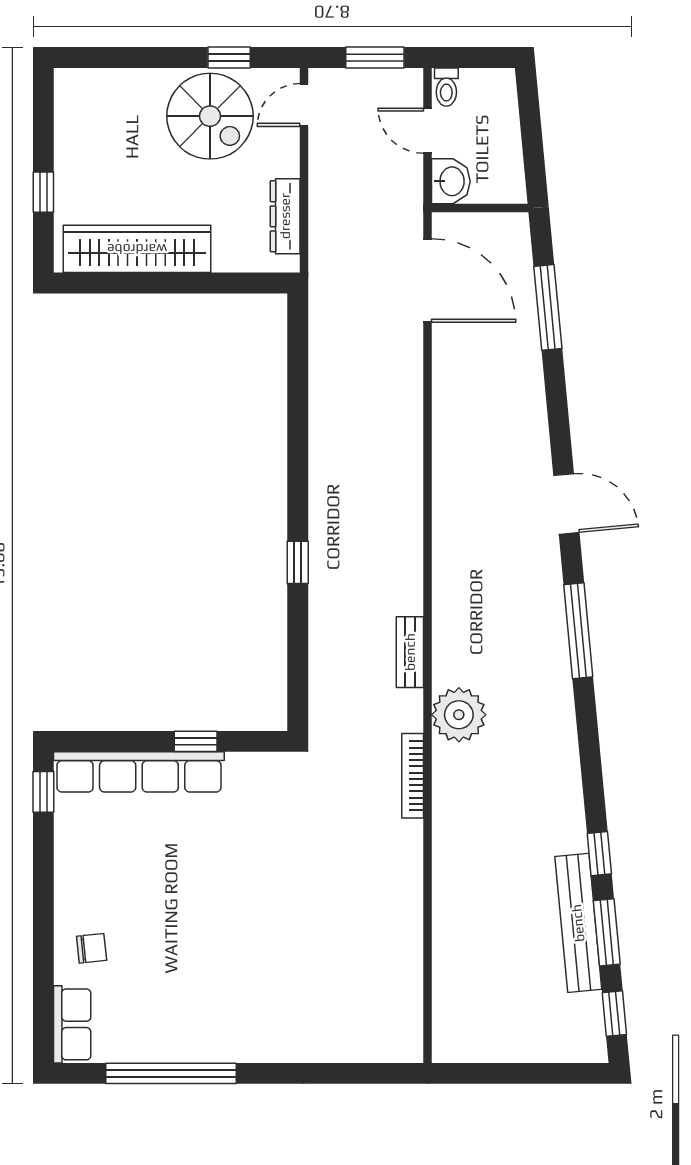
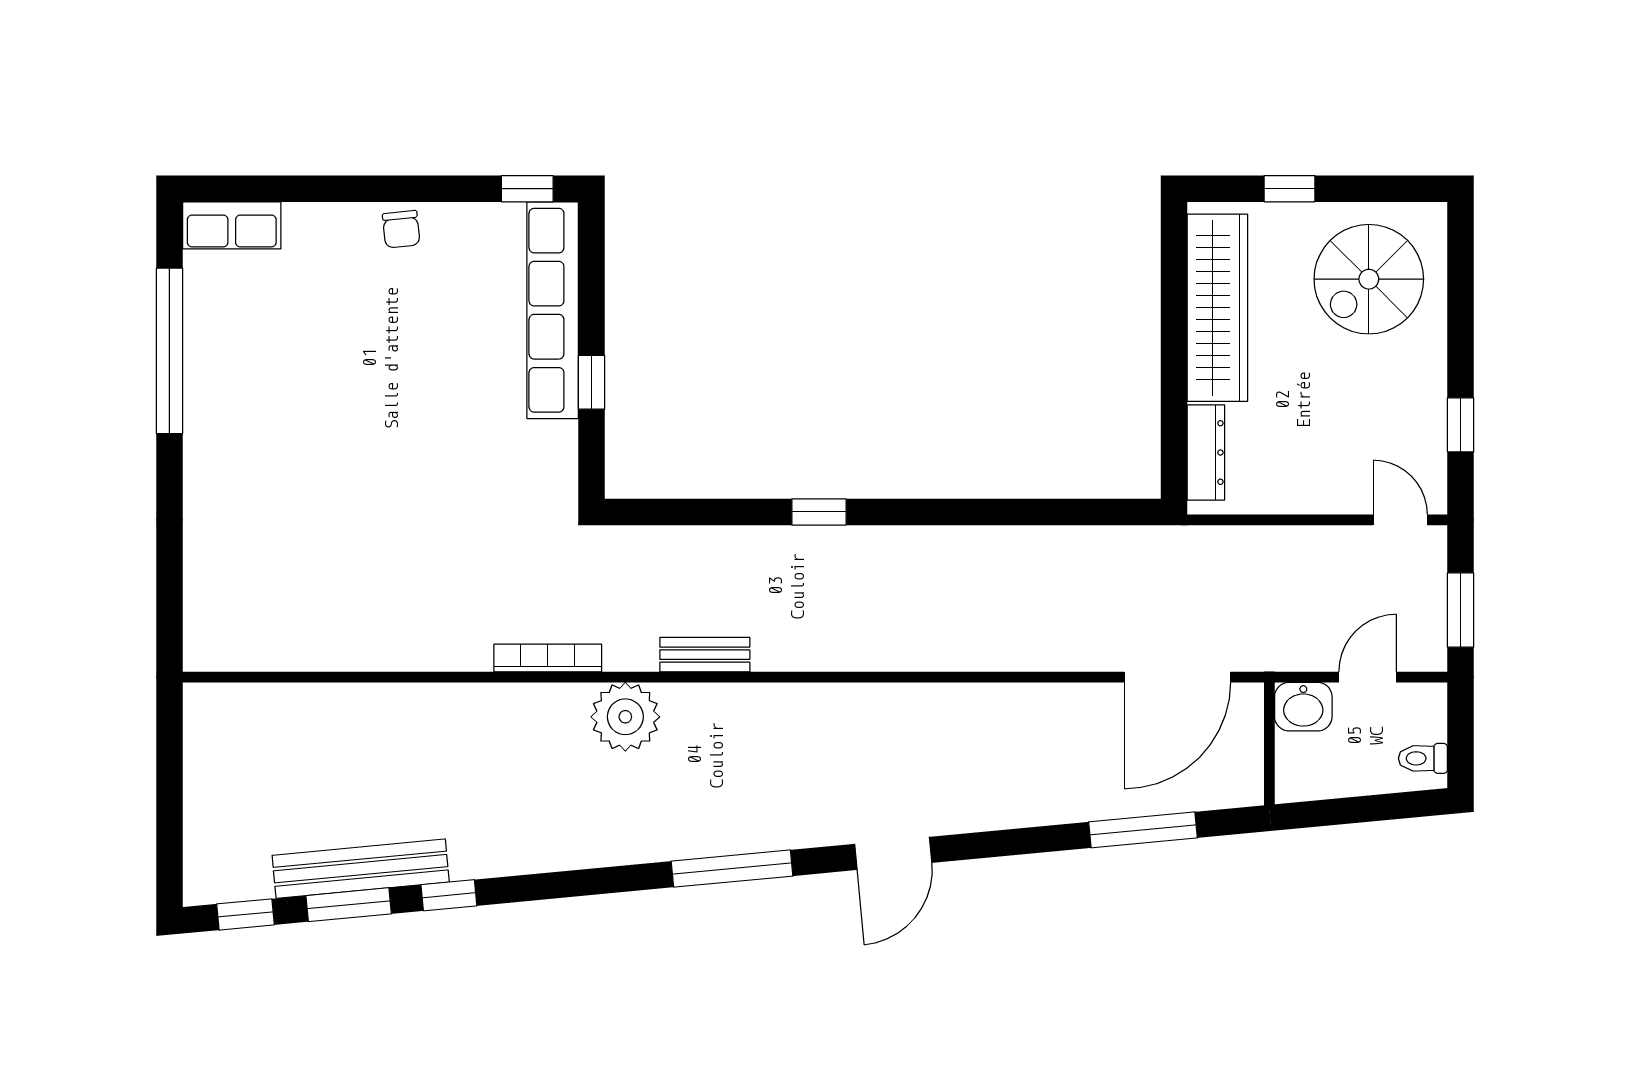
toilet: (446, 87) -> (1423, 758), moved
spiral stairs: (210, 116) -> (1369, 279), moved
dresser: (285, 216) -> (1206, 453), moved, turned 90
chair: (92, 948) -> (401, 229), moved

